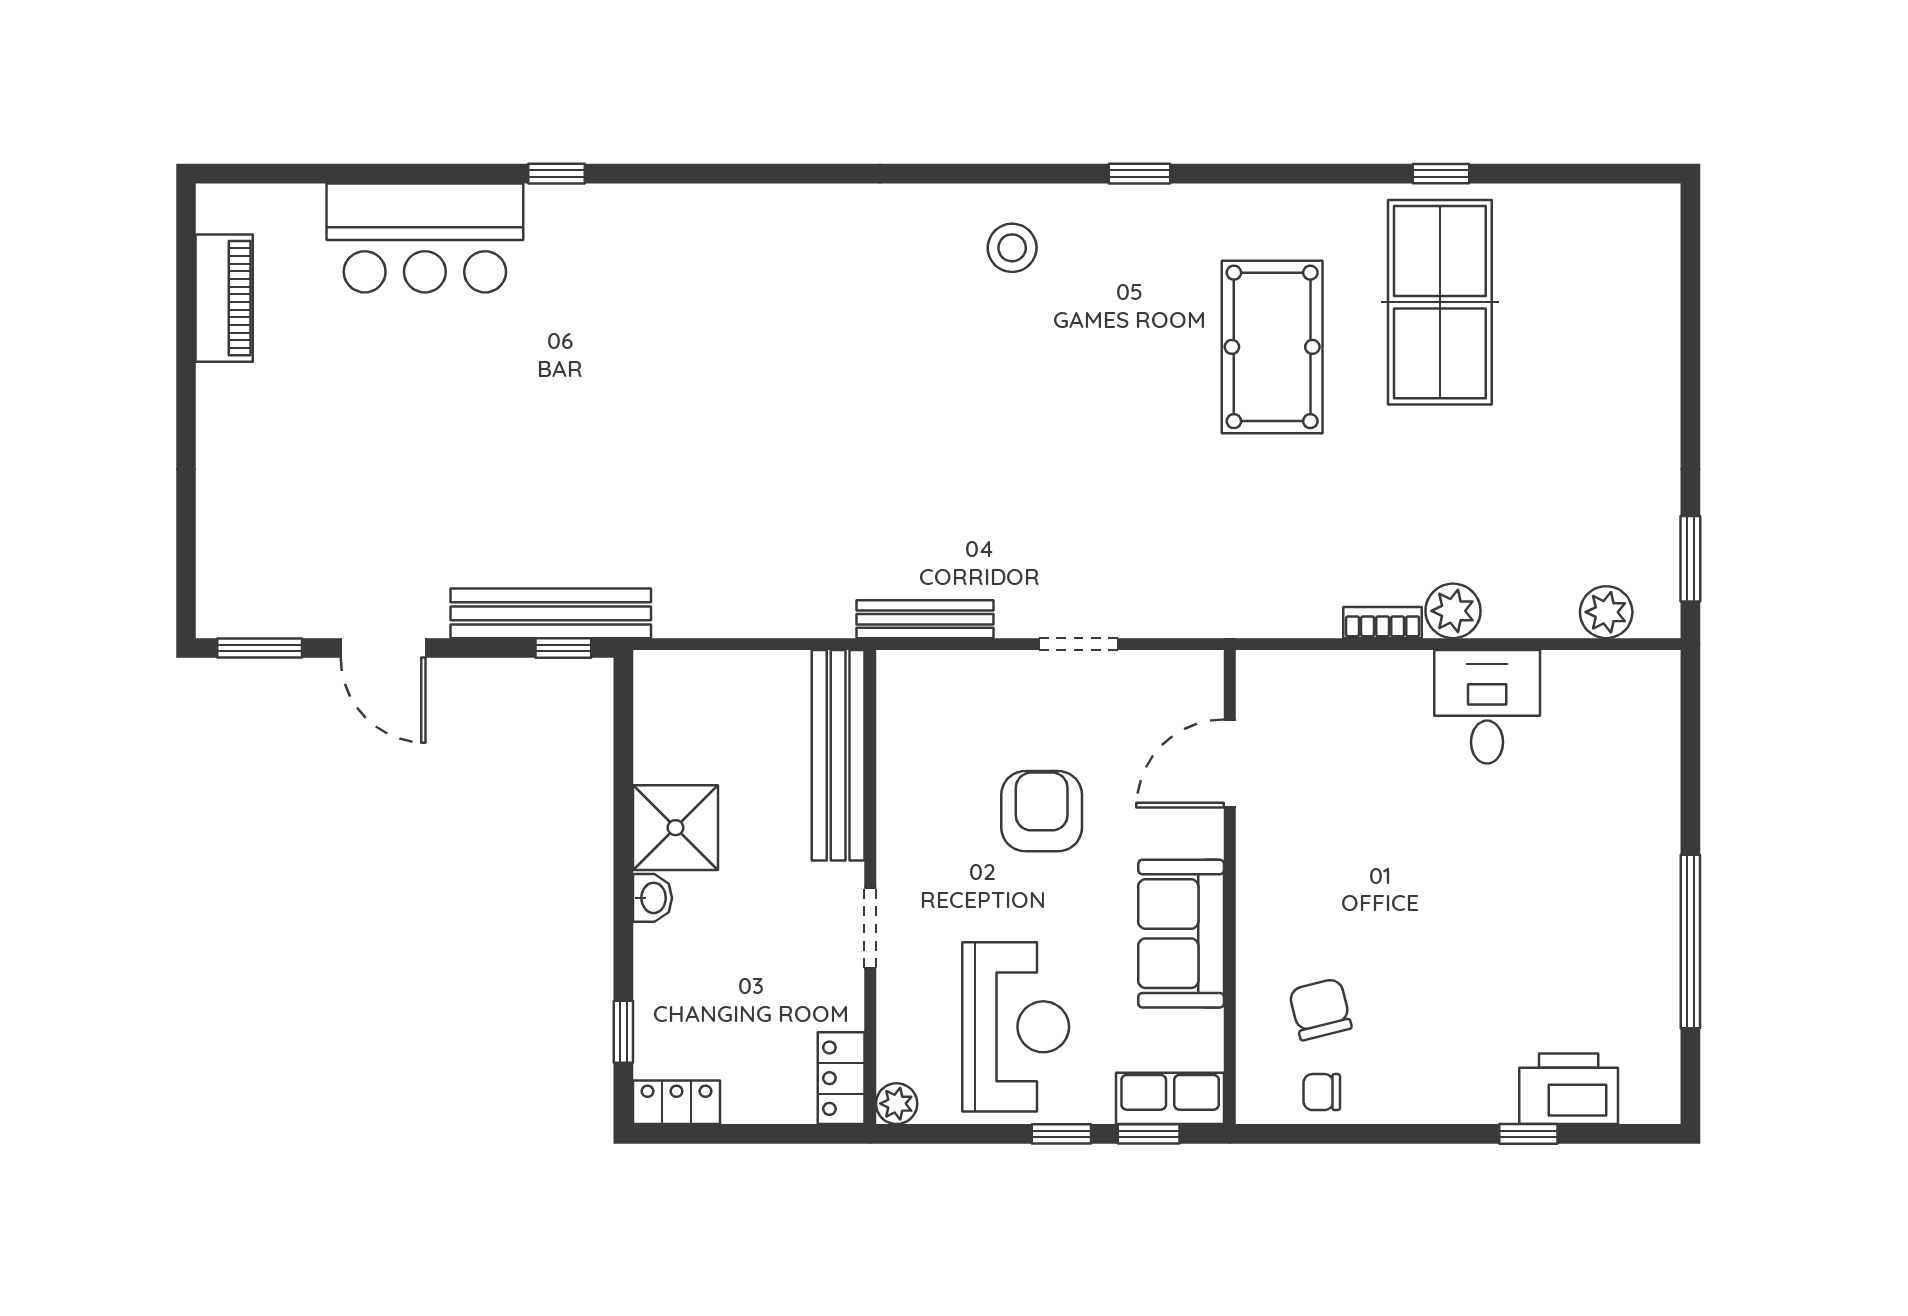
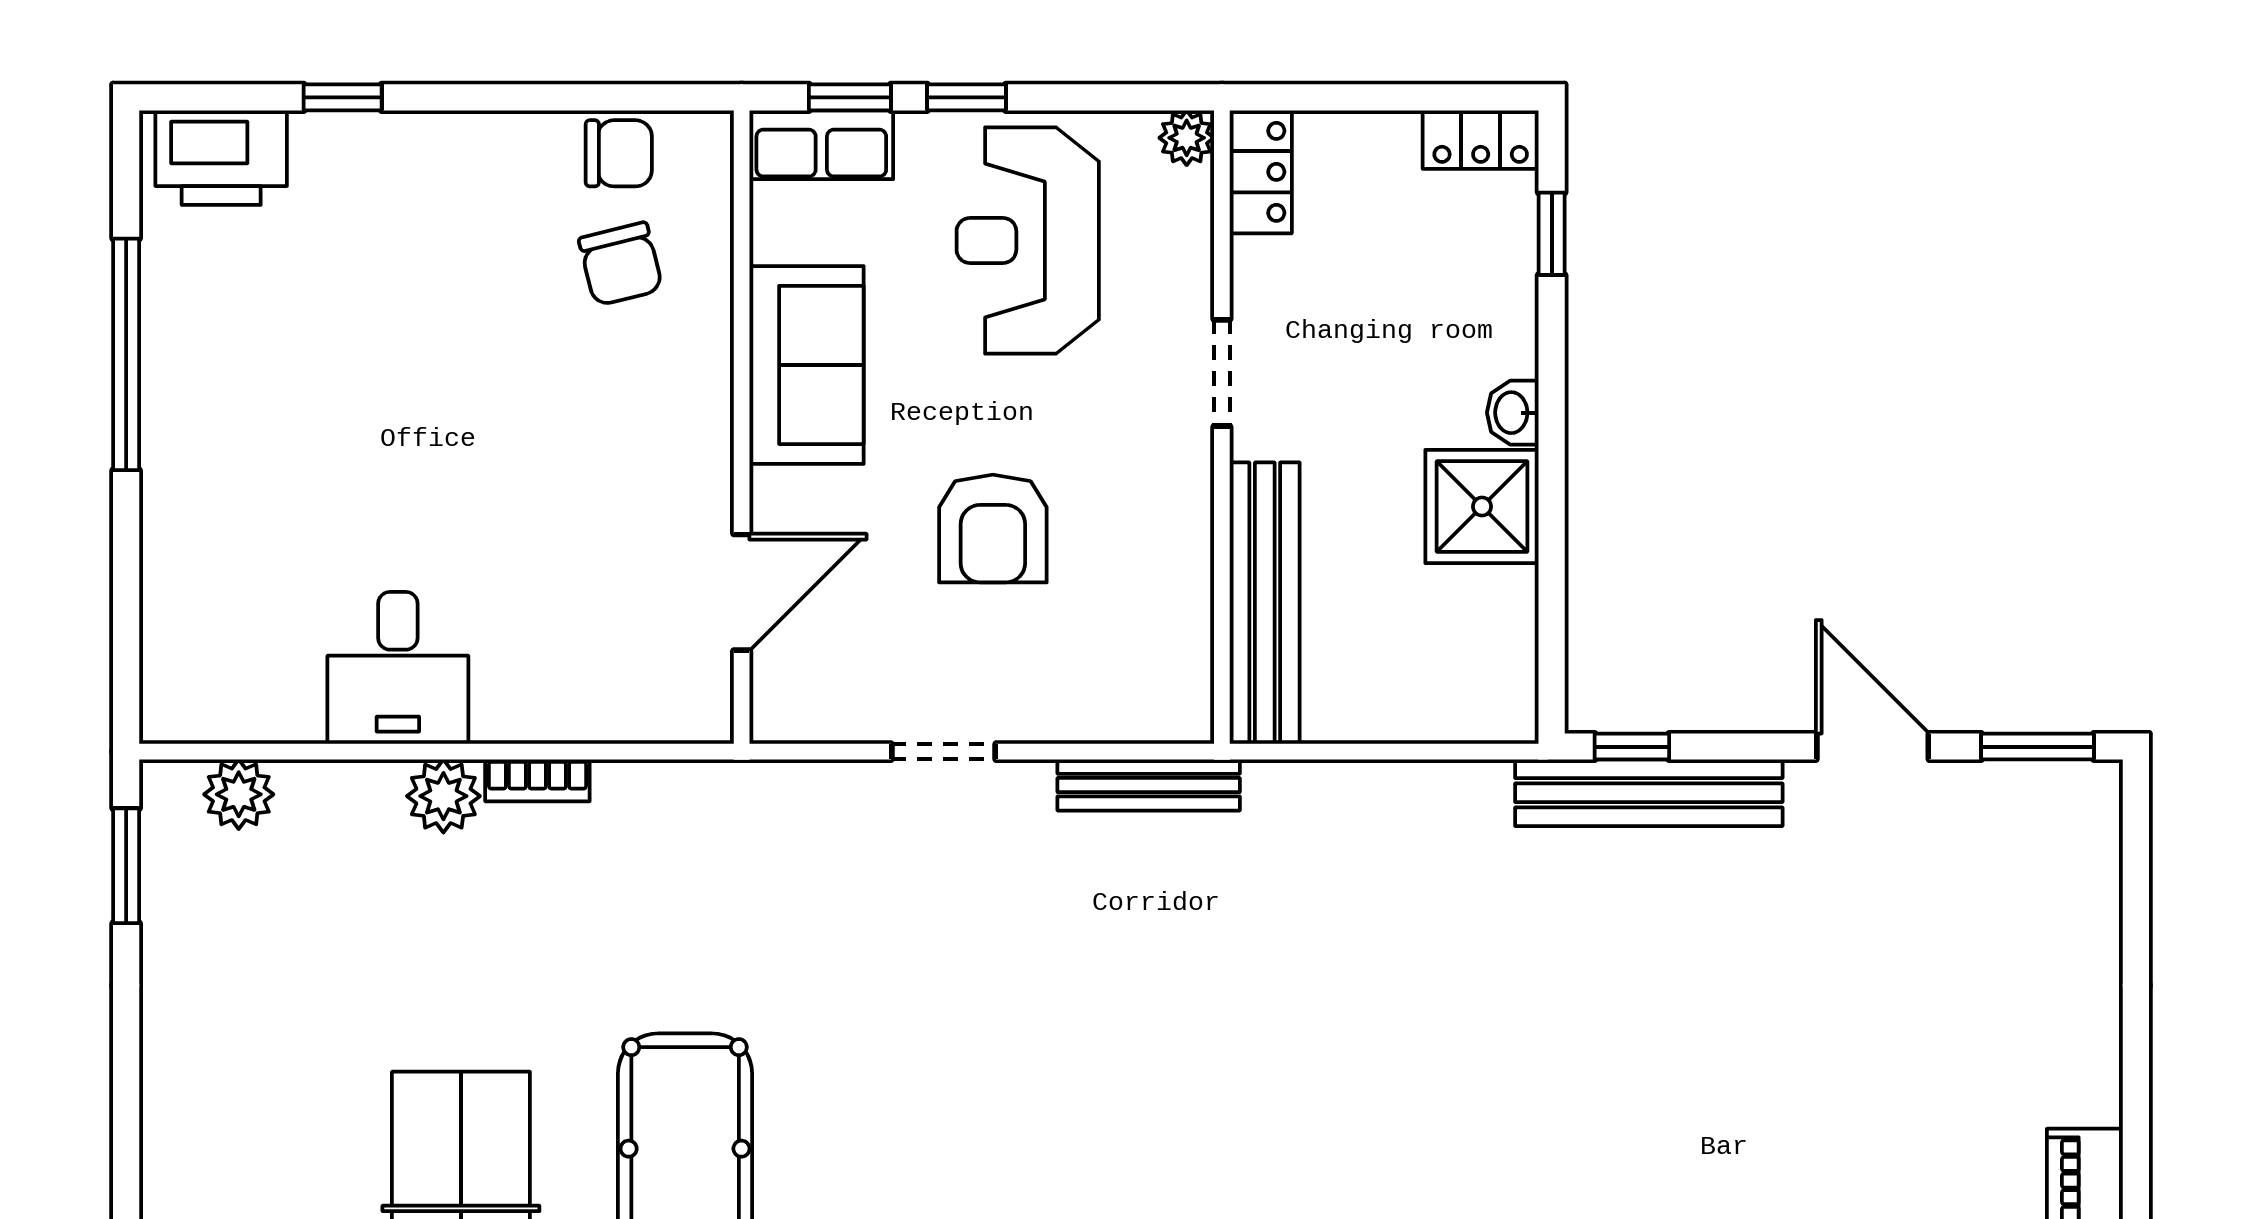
printer: (1569, 1089) -> (221, 158), moved
chair: (1322, 1092) -> (619, 153), width x1.37, depth x1.37

